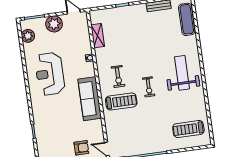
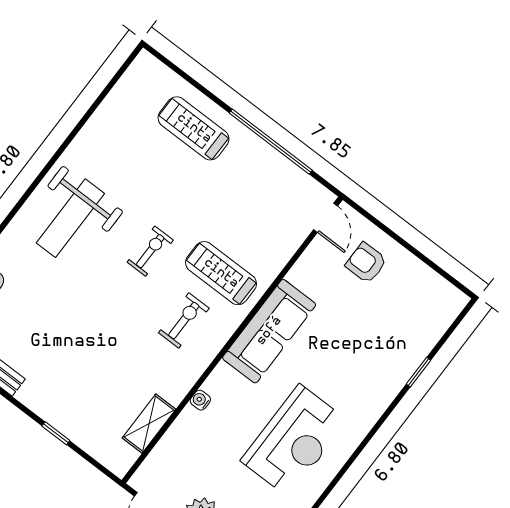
treadmill: (188, 129) -> (194, 128), moved, turned 180

